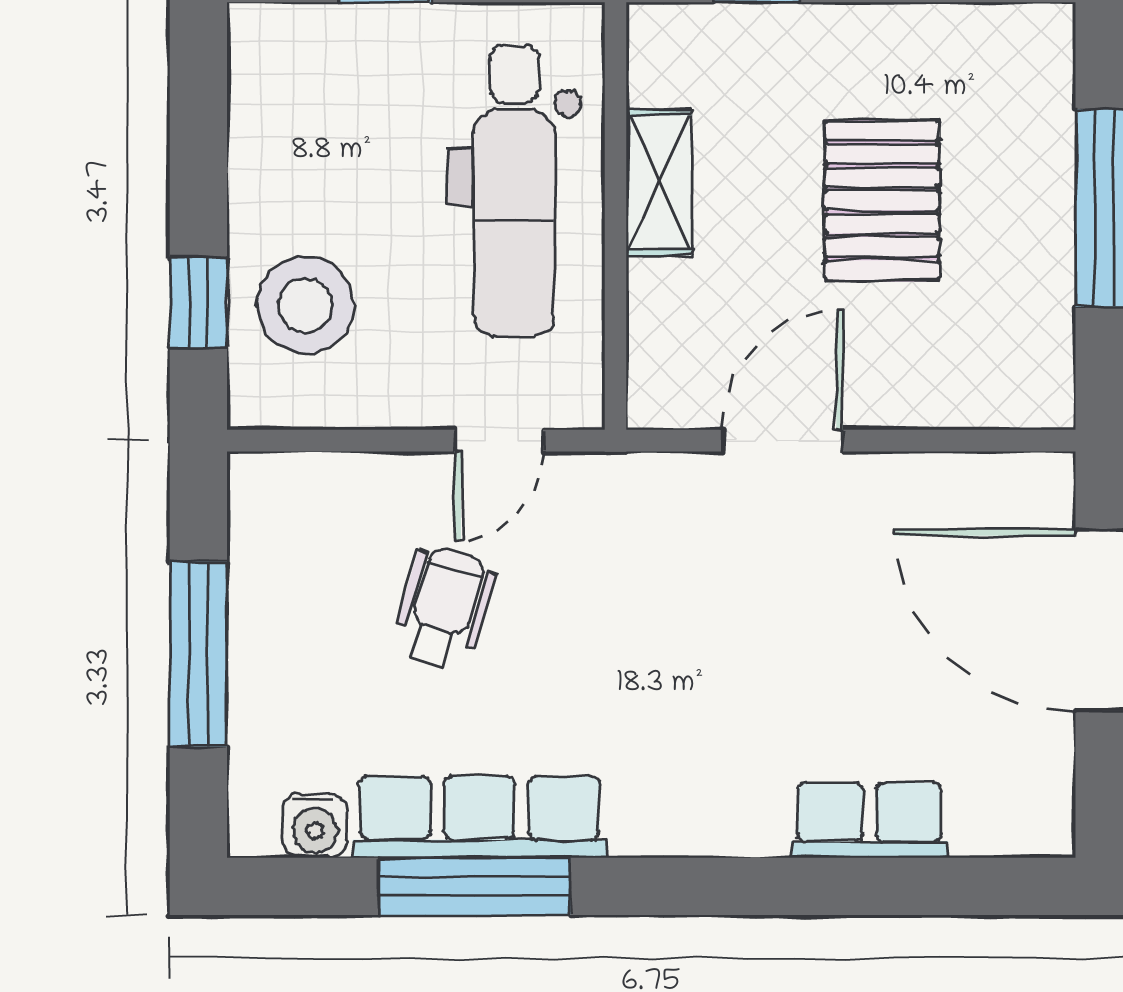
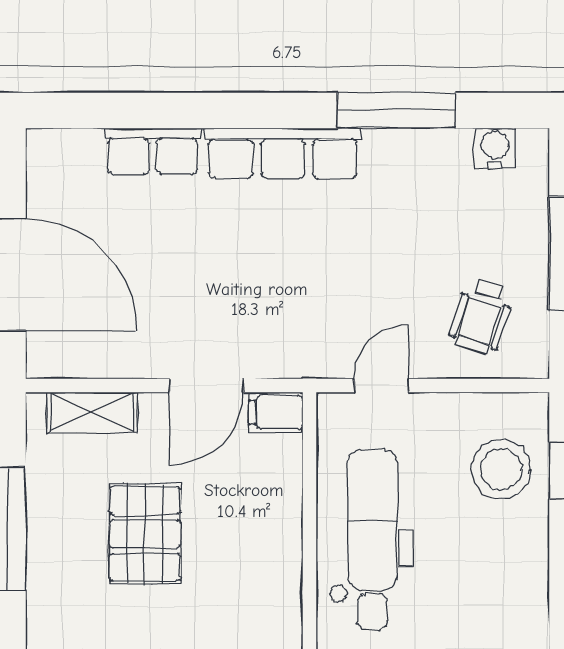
shelving: (659, 182) -> (92, 412), moved, turned 90
filing cabinet: (670, 397) -> (276, 412), added
wheelchair: (444, 608) -> (481, 316), moved
row of seats: (480, 817) -> (283, 153), moved

